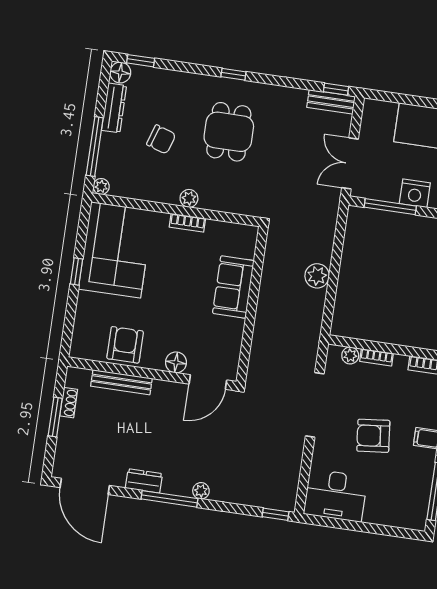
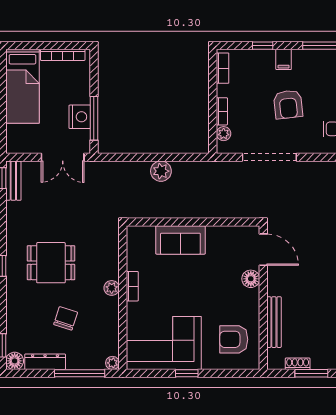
nightstand: (415, 193) -> (80, 117), moved
armchair: (125, 345) -> (234, 339), moved

